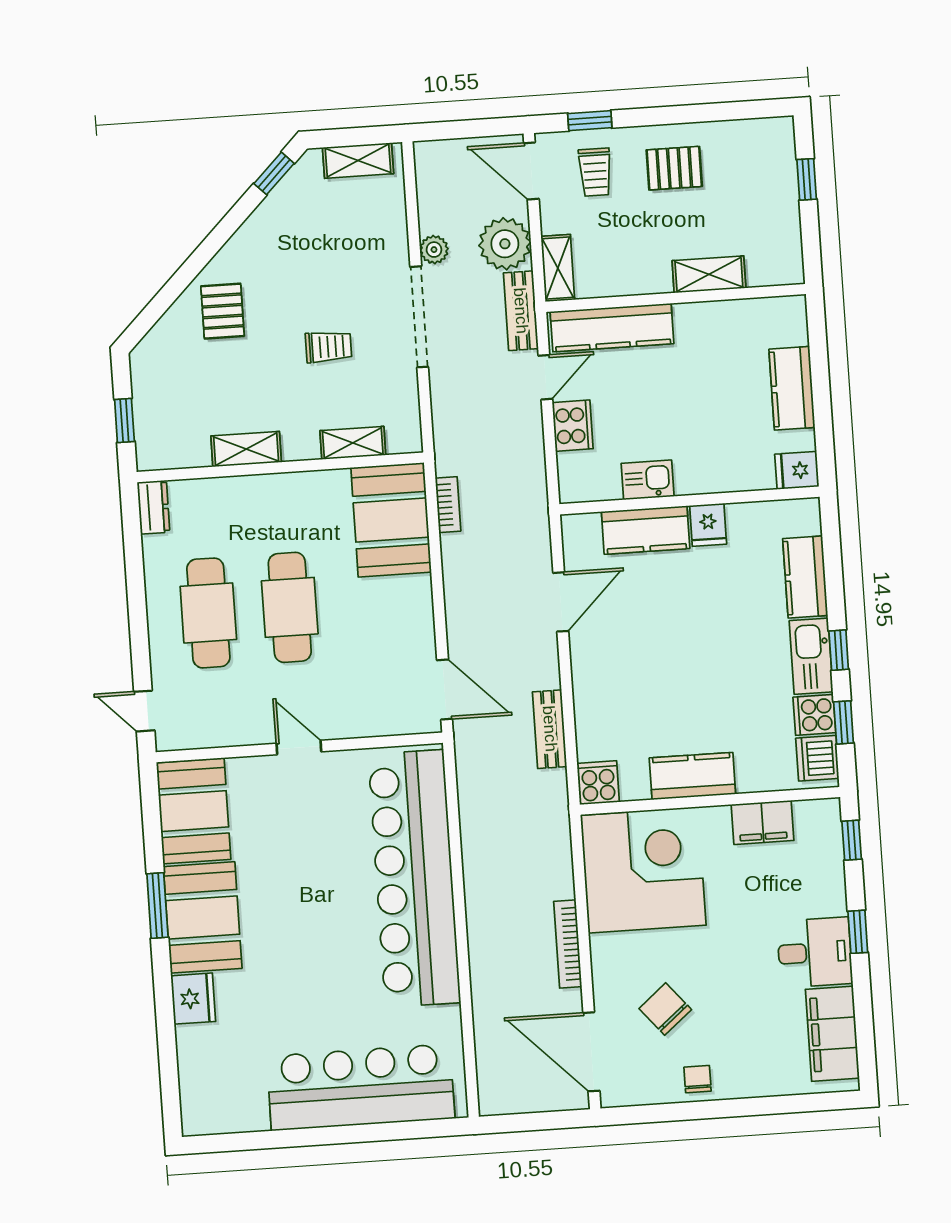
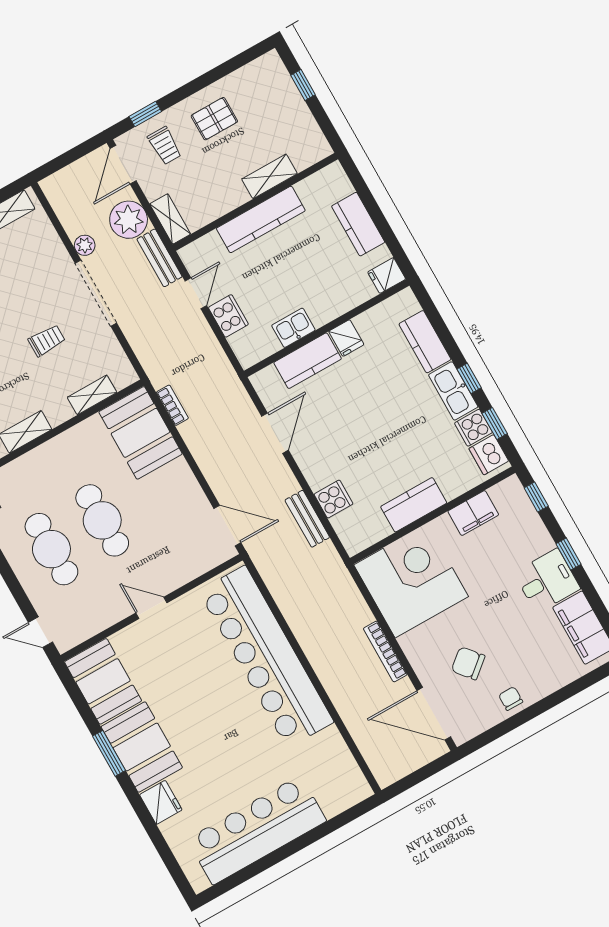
door: (531, 171) -> (123, 165), hinge flipped
kitchen counter: (612, 328) -> (261, 219), moved
cooker: (598, 783) -> (333, 499), moved, turned 90
bar counter: (361, 1087) -> (257, 830), moved

